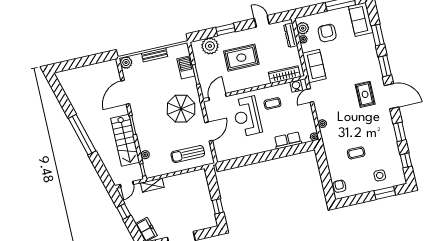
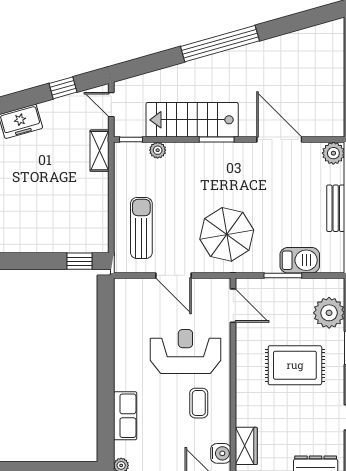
rug: (241, 58) -> (295, 365), turned 90
wardrobe: (284, 75) -> (246, 446), width x0.67
window: (218, 206) -> (79, 261), moved

